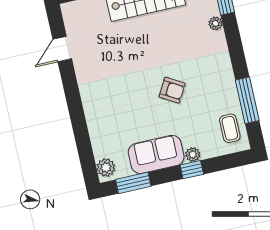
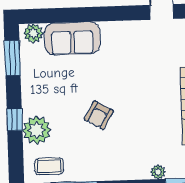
sofa: (156, 154) -> (72, 38), moved, turned 90
plant: (193, 154) -> (37, 130), width x1.88, depth x1.88

